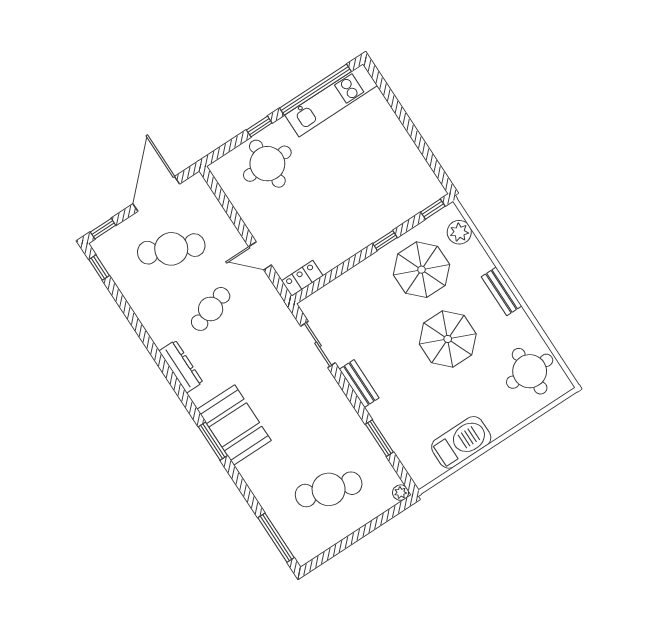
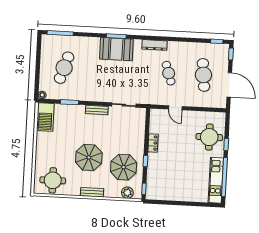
cafe table: (171, 249) -> (203, 75), turned -30
door: (260, 256) -> (175, 108), swing flipped
locker: (302, 278) -> (153, 143), moved
barbecue: (461, 442) -> (45, 117), moved

